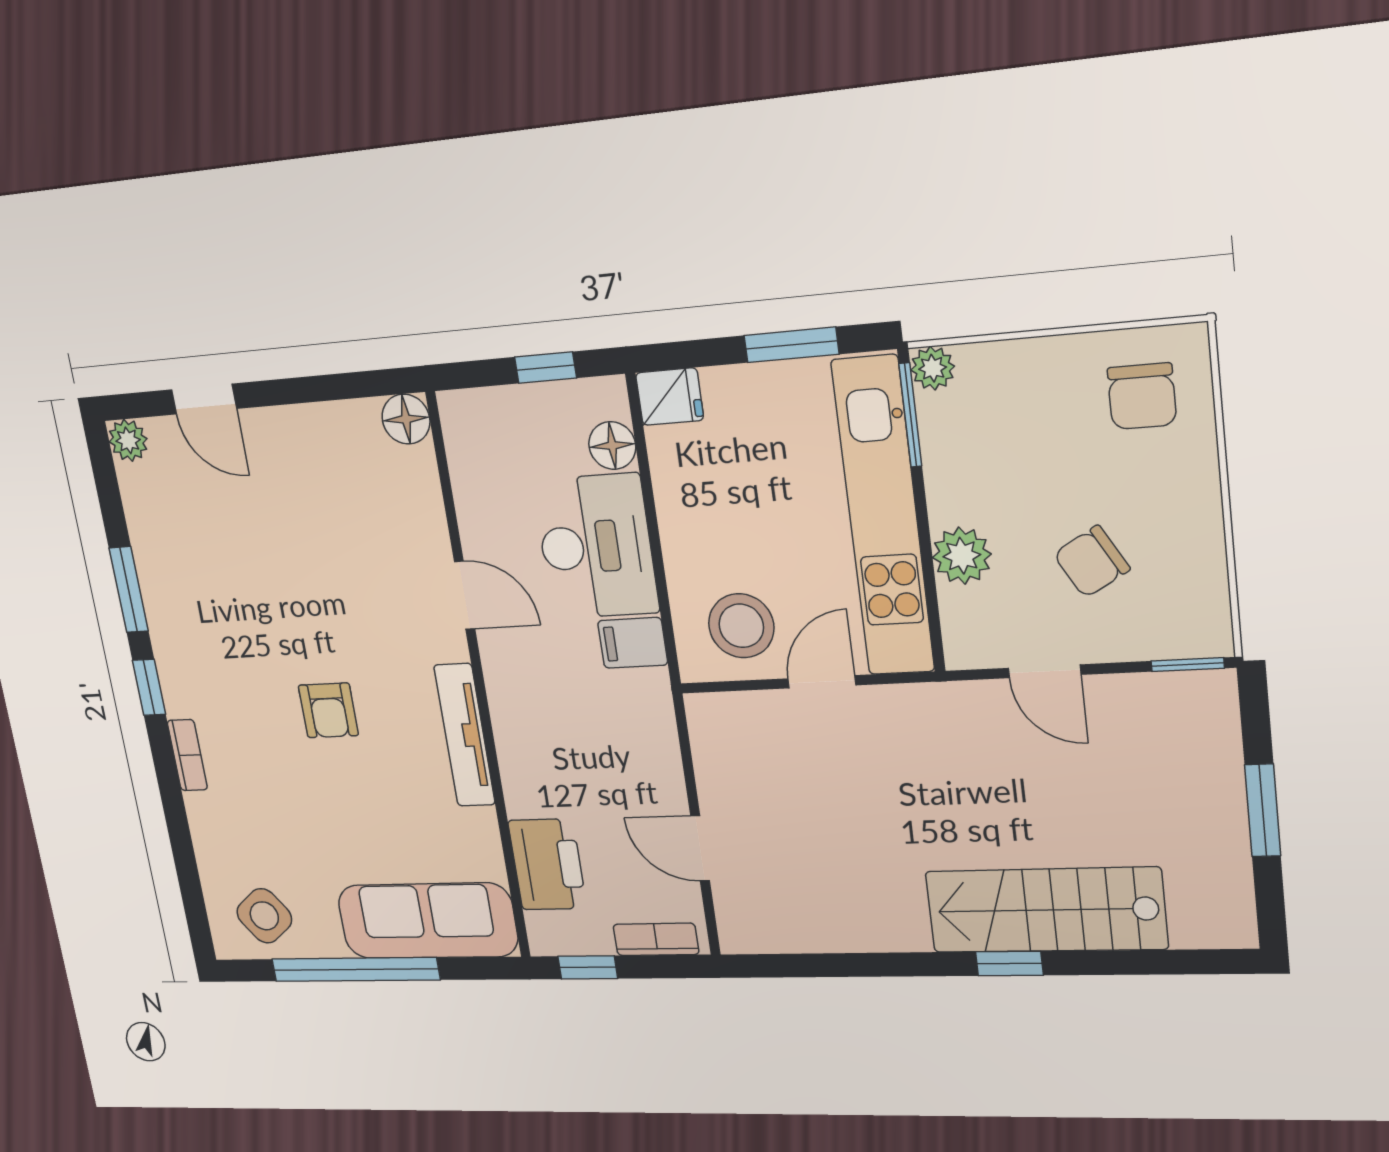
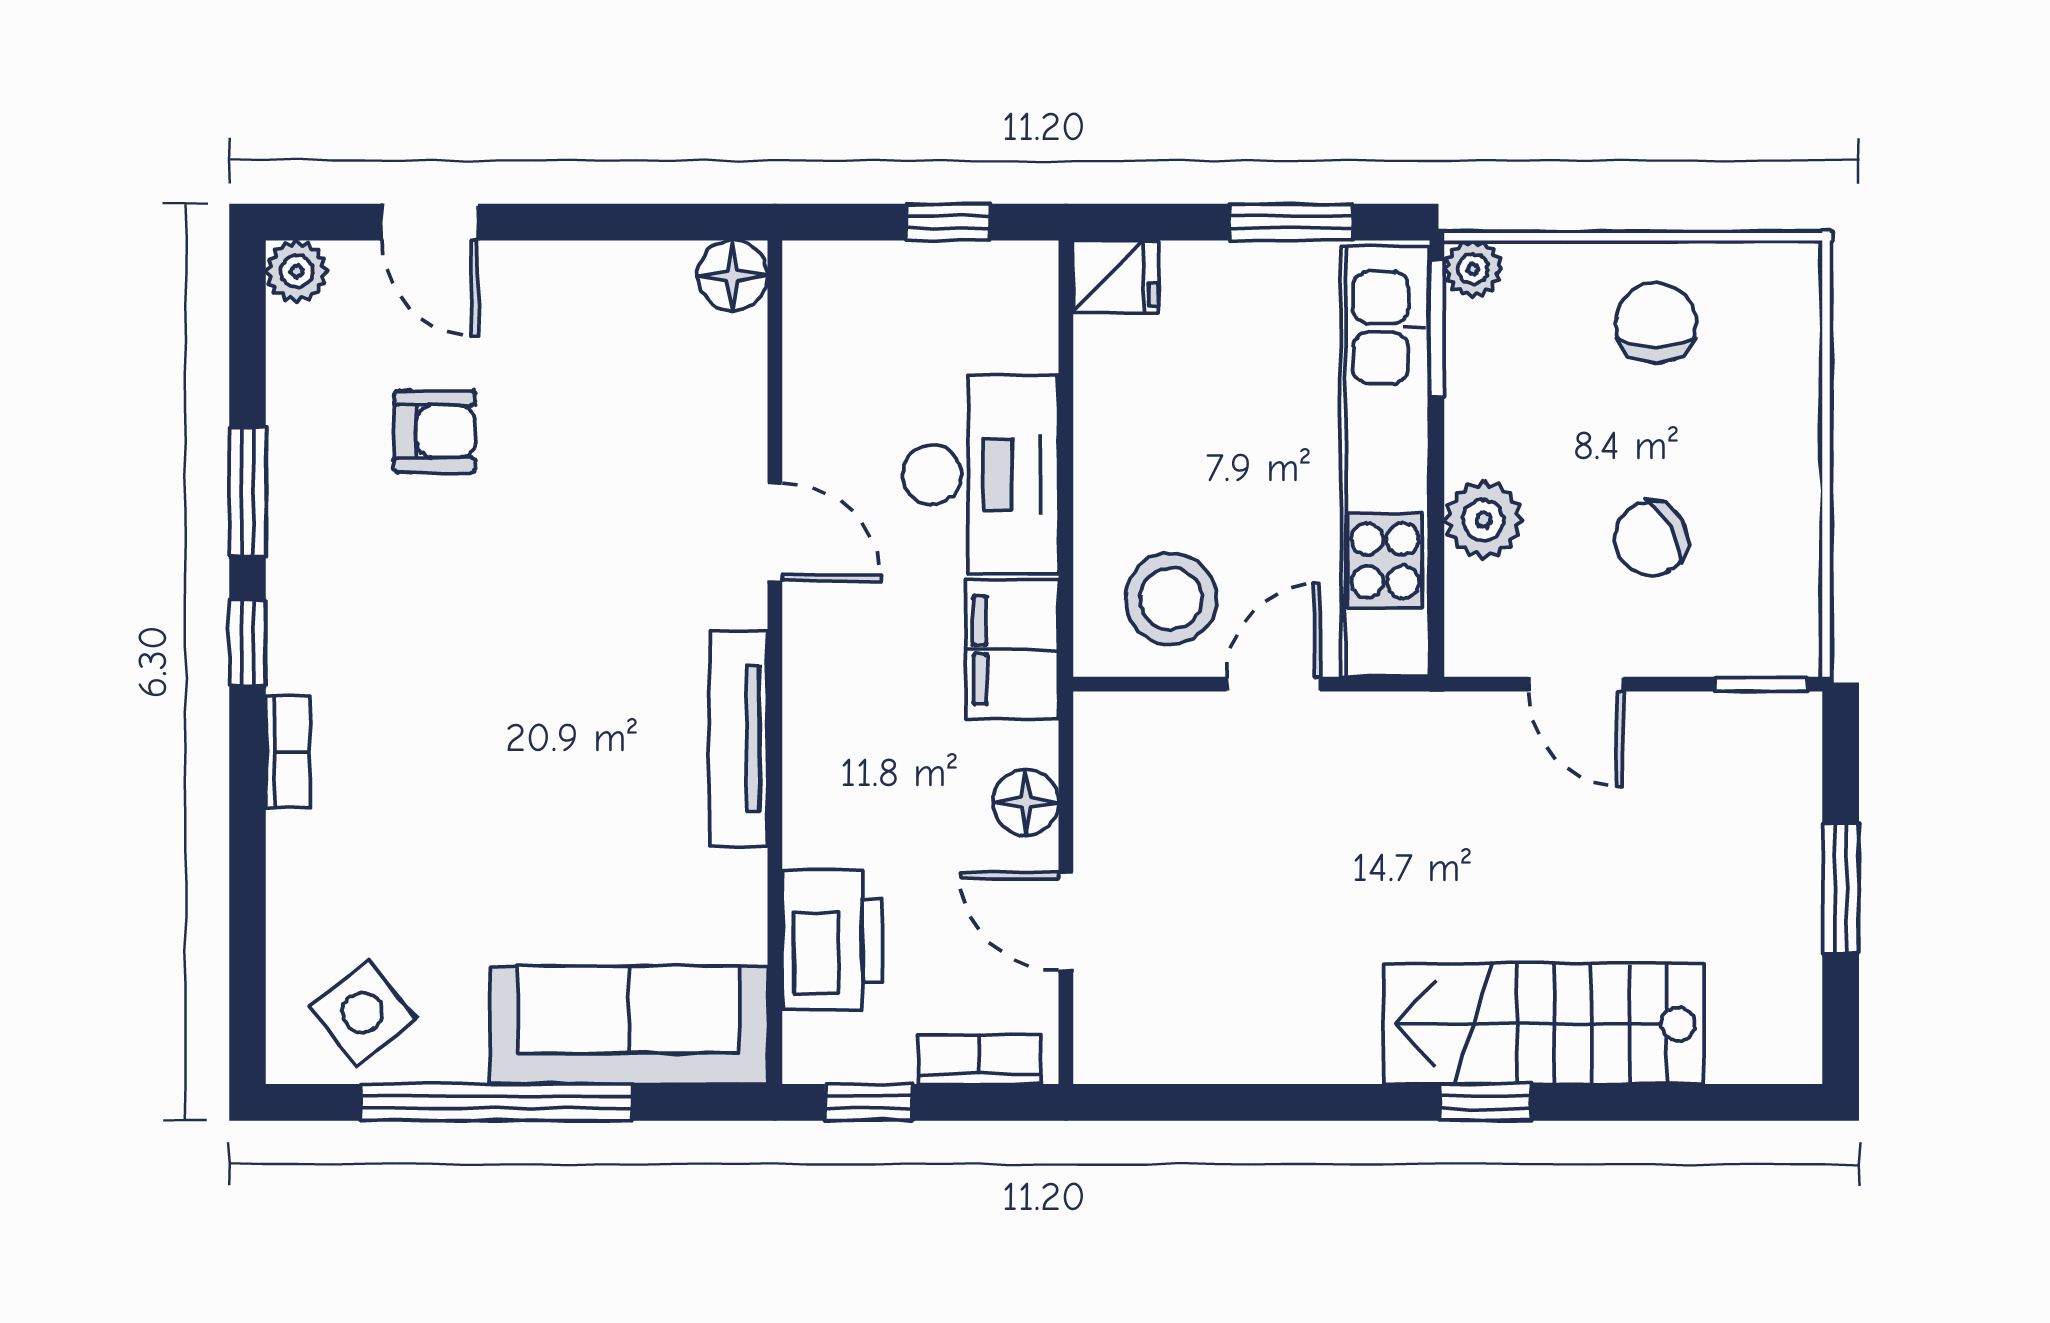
chair: (1142, 396) -> (1656, 323), moved, turned 180
floor lamp: (612, 446) -> (1026, 802), moved
filing cabinet: (633, 643) -> (1012, 650), width x2.00
armchair: (328, 710) -> (435, 431), moved, turned -90

